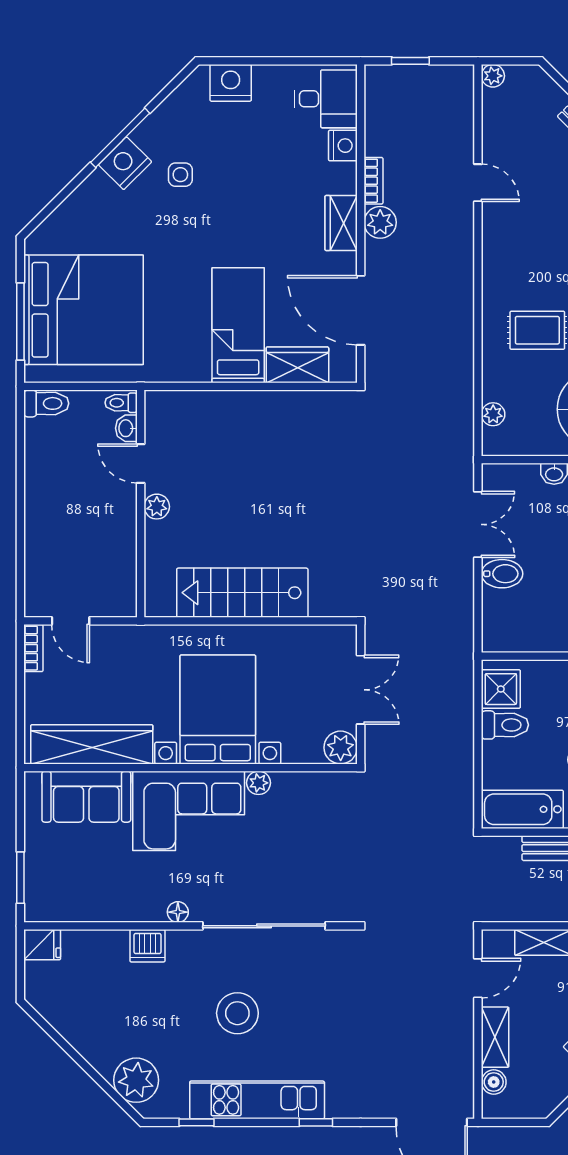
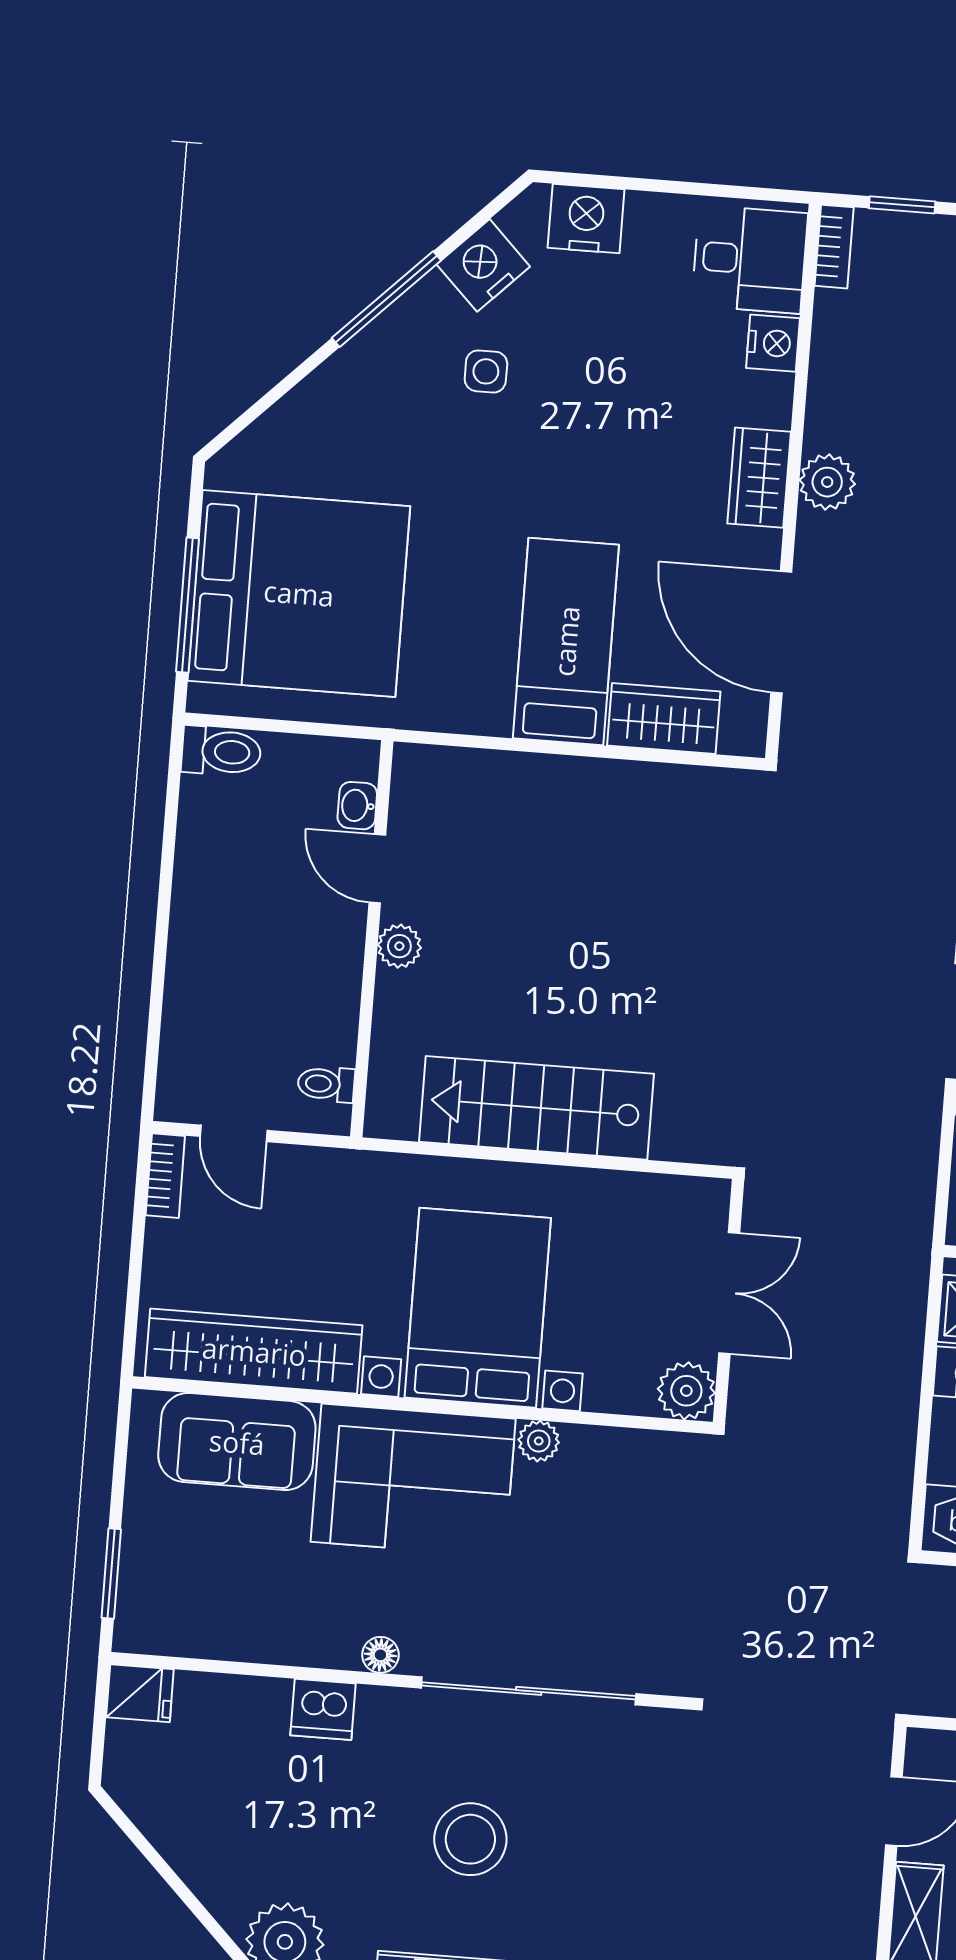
nightstand: (125, 163) -> (483, 265), moved
bookcase: (373, 181) -> (834, 247), moved
toilet: (121, 403) -> (326, 1084), moved

